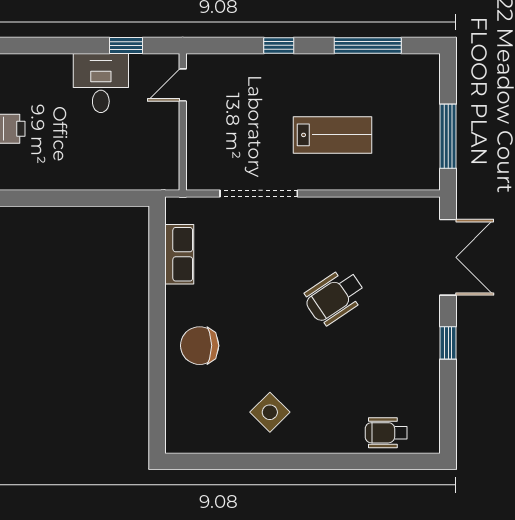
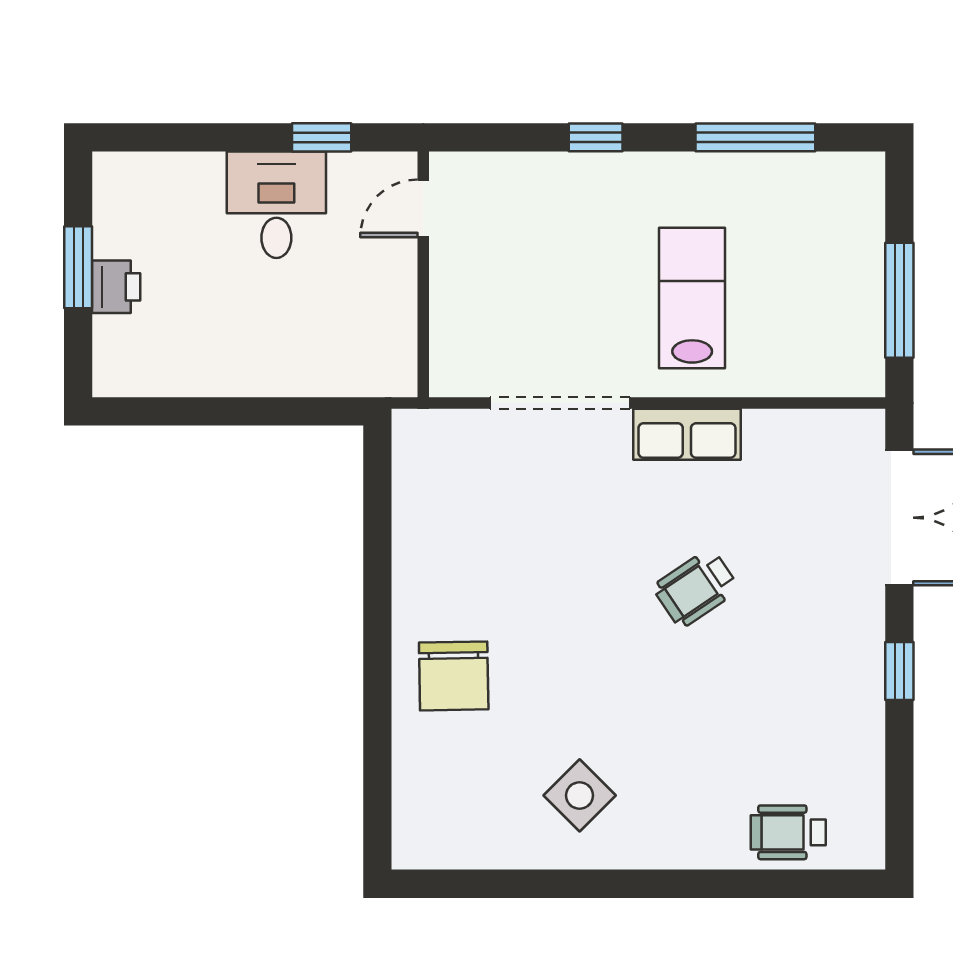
lab bench: (333, 135) -> (692, 298), turned -90
row of seats: (179, 254) -> (687, 434), moved, turned 90
wheelchair: (335, 297) -> (696, 588), width x0.73, depth x0.73
chair: (200, 346) -> (454, 676), turned -91

